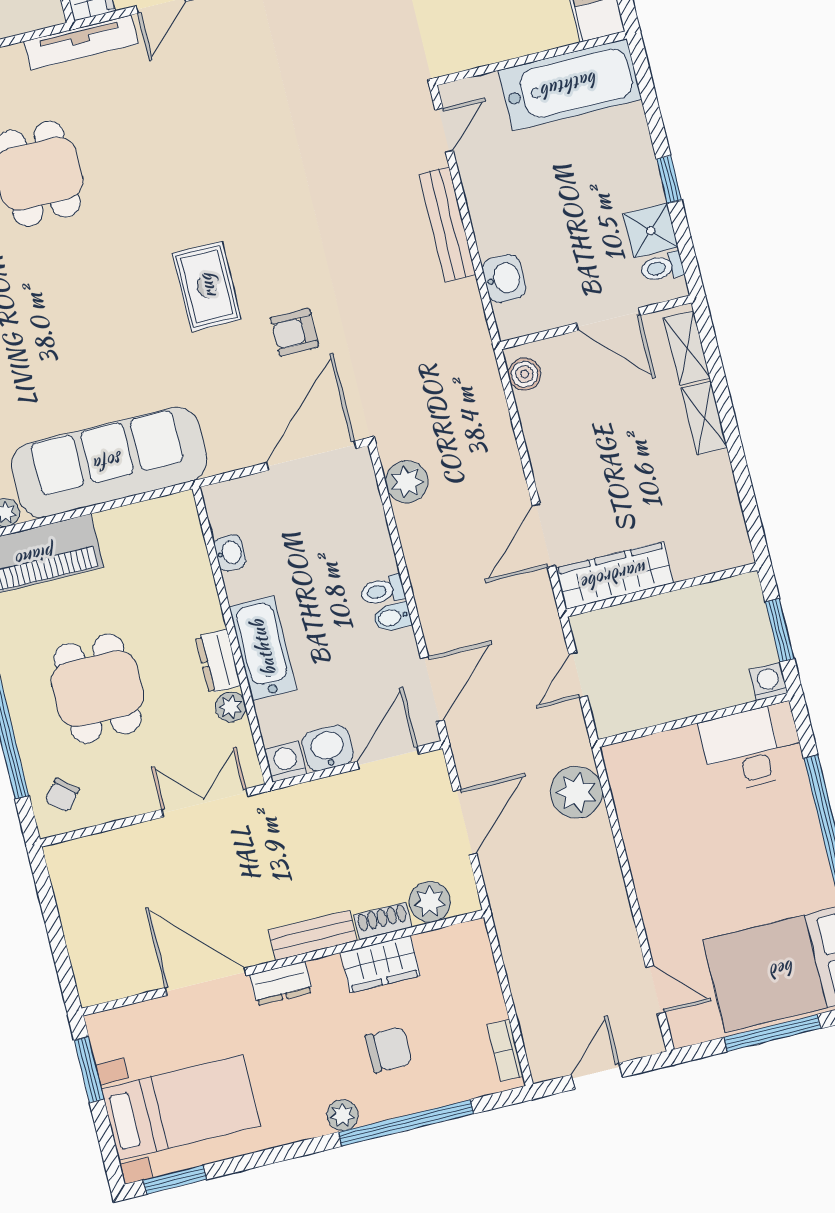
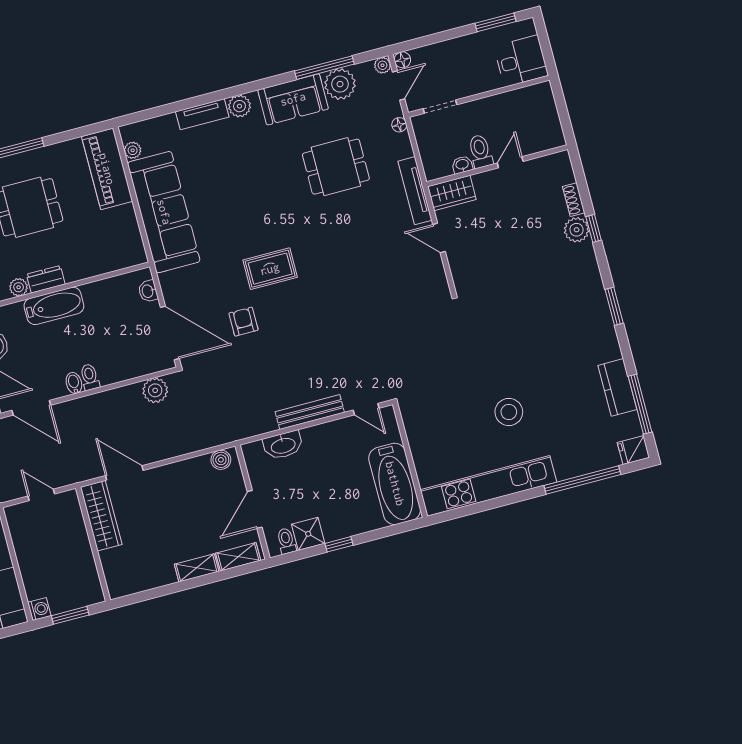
washbasin: (504, 278) -> (283, 445), width x1.38
washbasin: (230, 553) -> (148, 291), moved, turned 90

